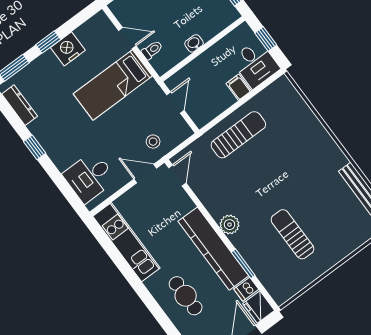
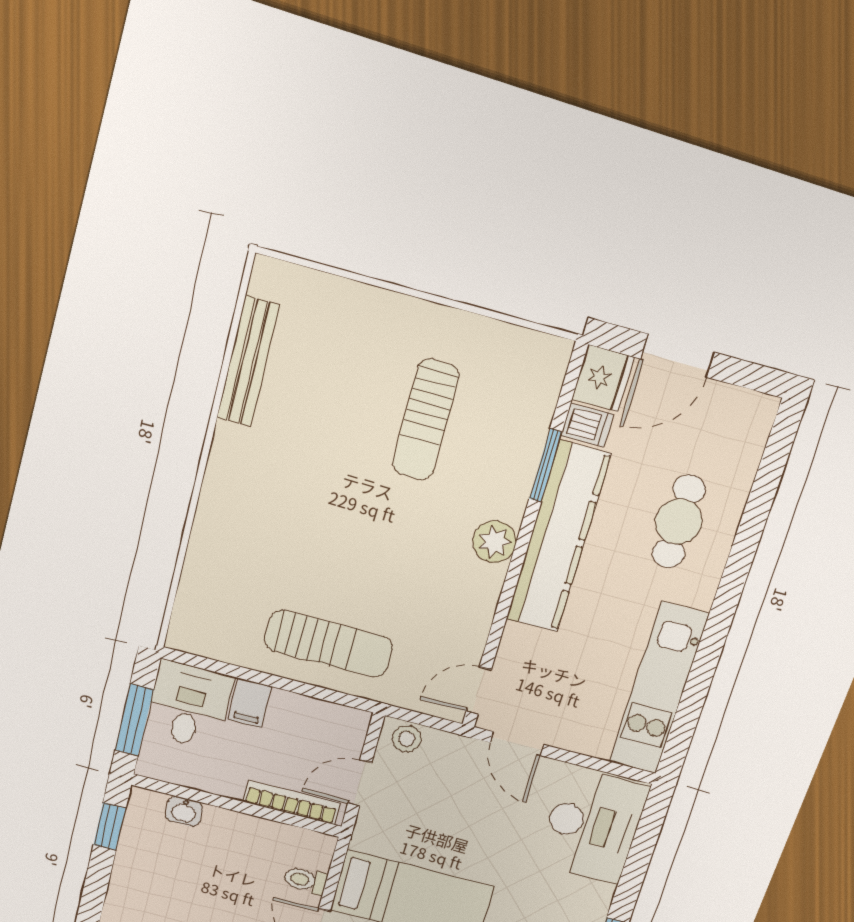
window: (266, 39) -> (134, 720), width x1.50
washbasin: (194, 43) -> (184, 811), moved
bookcase: (188, 71) -> (292, 803), added
sun lounger: (238, 135) -> (329, 644), turned 180
stool: (153, 142) -> (407, 739), moved
desk: (90, 177) -> (593, 825), width x1.37

